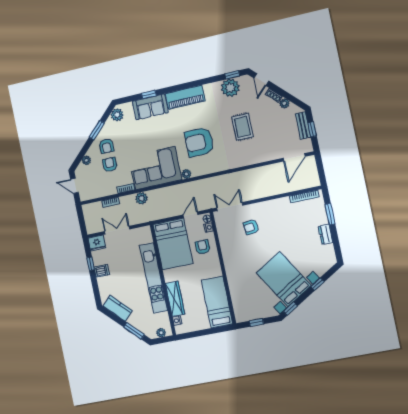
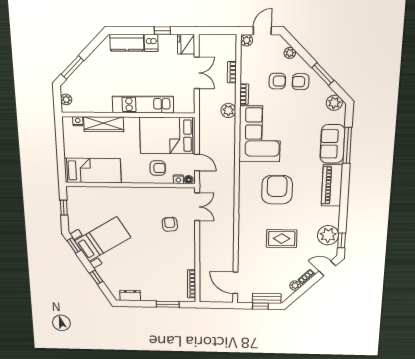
window: (149, 94) -> (347, 145), width x2.17
plant: (186, 174) -> (247, 40), moved
dresser: (326, 234) -> (130, 295), moved
kitchen unit: (153, 278) -> (143, 105), width x0.73
bed with nightstands: (284, 279) -> (103, 239), width x0.73
kitchen counter: (118, 308) -> (127, 43), moved, turned 45

